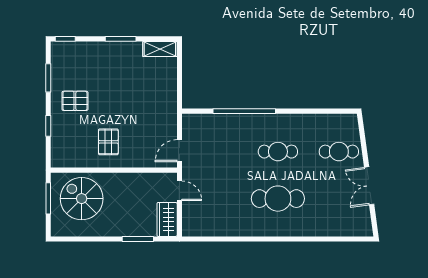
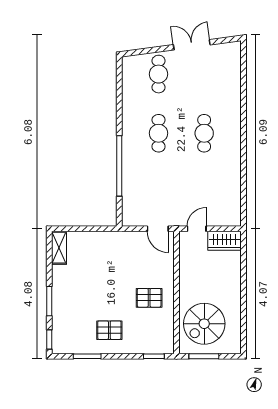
window: (121, 39) -> (49, 301), moved
pallet: (75, 101) -> (109, 330), turned 90
window: (48, 126) -> (154, 356), moved
double door: (369, 186) -> (192, 45), swing flipped
cafe table: (278, 199) -> (204, 133), width x0.73, depth x0.74
window: (138, 239) -> (243, 269), removed

